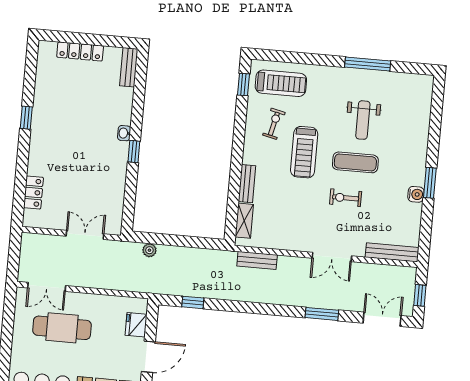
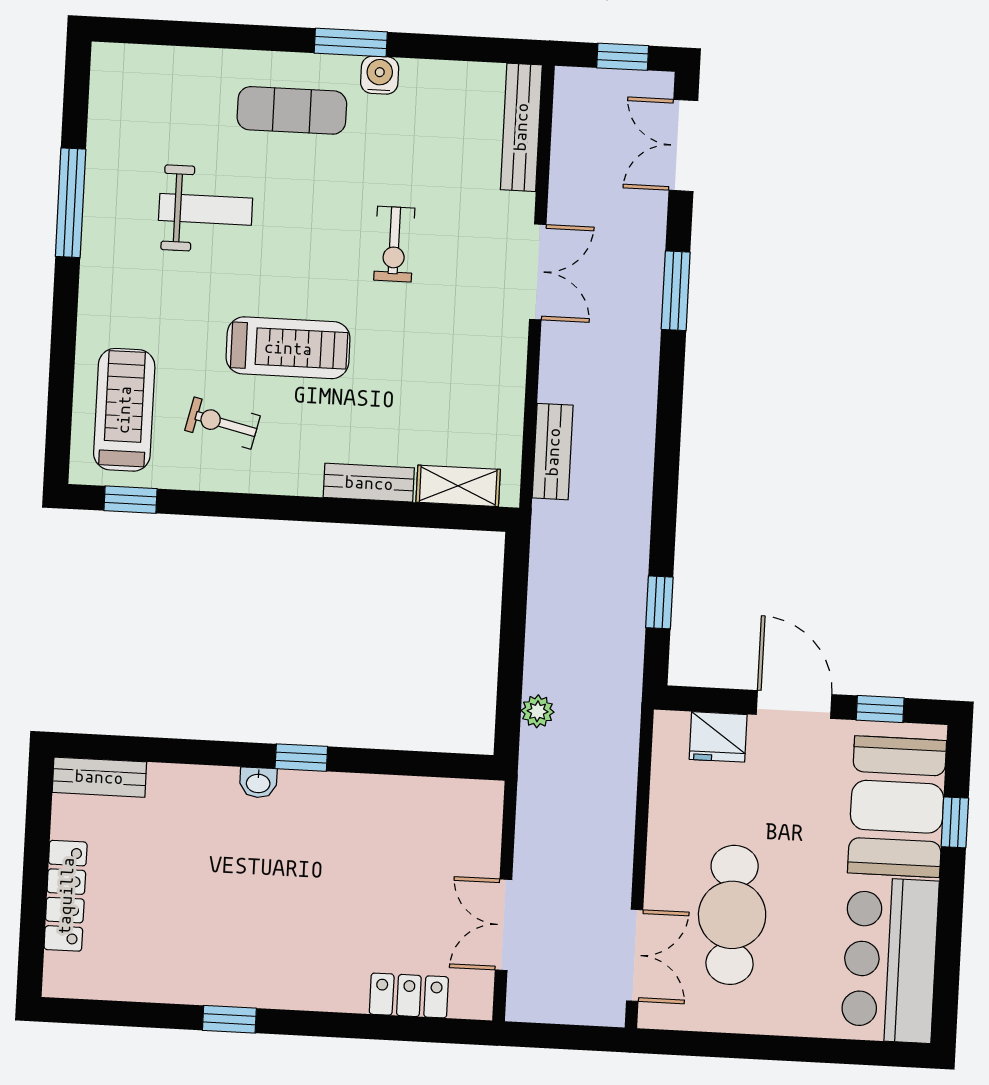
exercise mat: (355, 162) -> (292, 110), moved, turned 90
double door: (85, 235) -> (504, 925), moved

